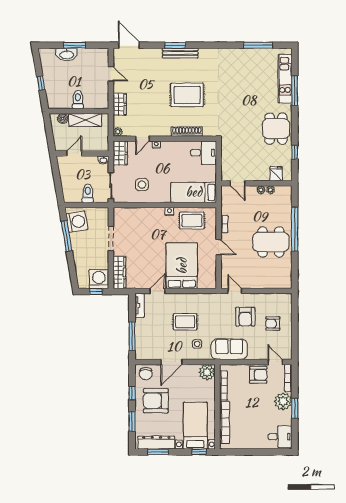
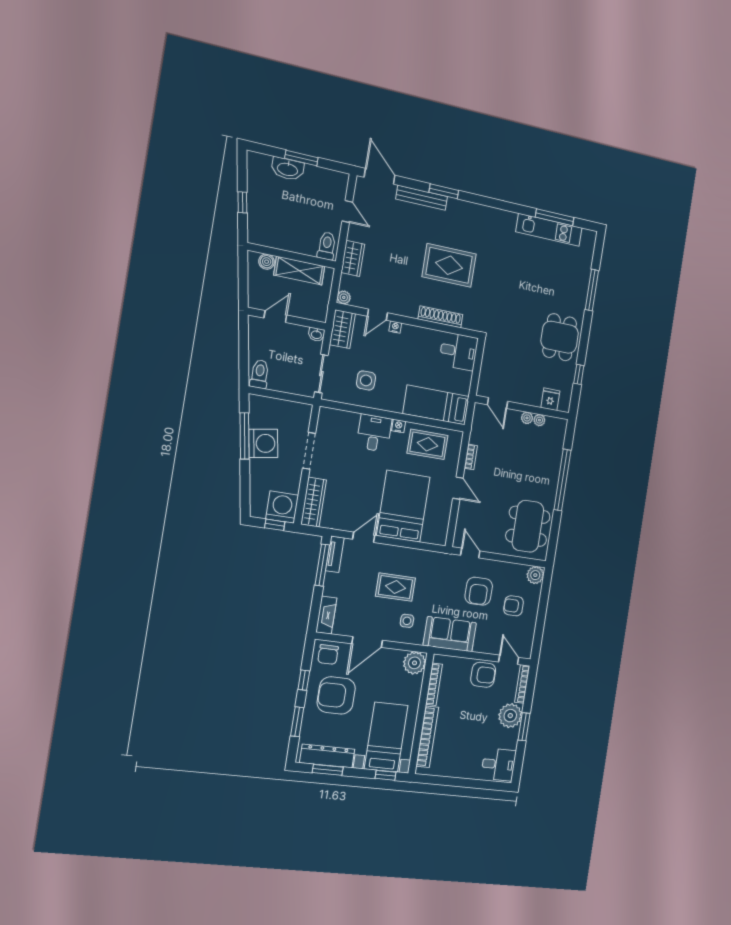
bench: (180, 53) -> (422, 198), moved
kitchen unit: (285, 79) -> (549, 230), moved, turned -90
toilet: (78, 100) -> (327, 246), moved
toilet: (88, 193) -> (260, 374), moved
desk: (153, 219) -> (374, 433), added
washing machine: (77, 222) -> (263, 443), moved
dining table: (271, 242) -> (528, 526), moved, turned 90
plant: (285, 300) -> (535, 575), added
window: (132, 336) -> (322, 565), moved
fireplace: (140, 347) -> (326, 615), added

